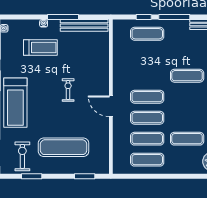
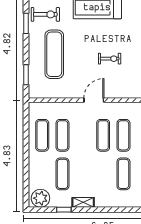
exercise mat: (147, 118) -> (123, 135), moved

